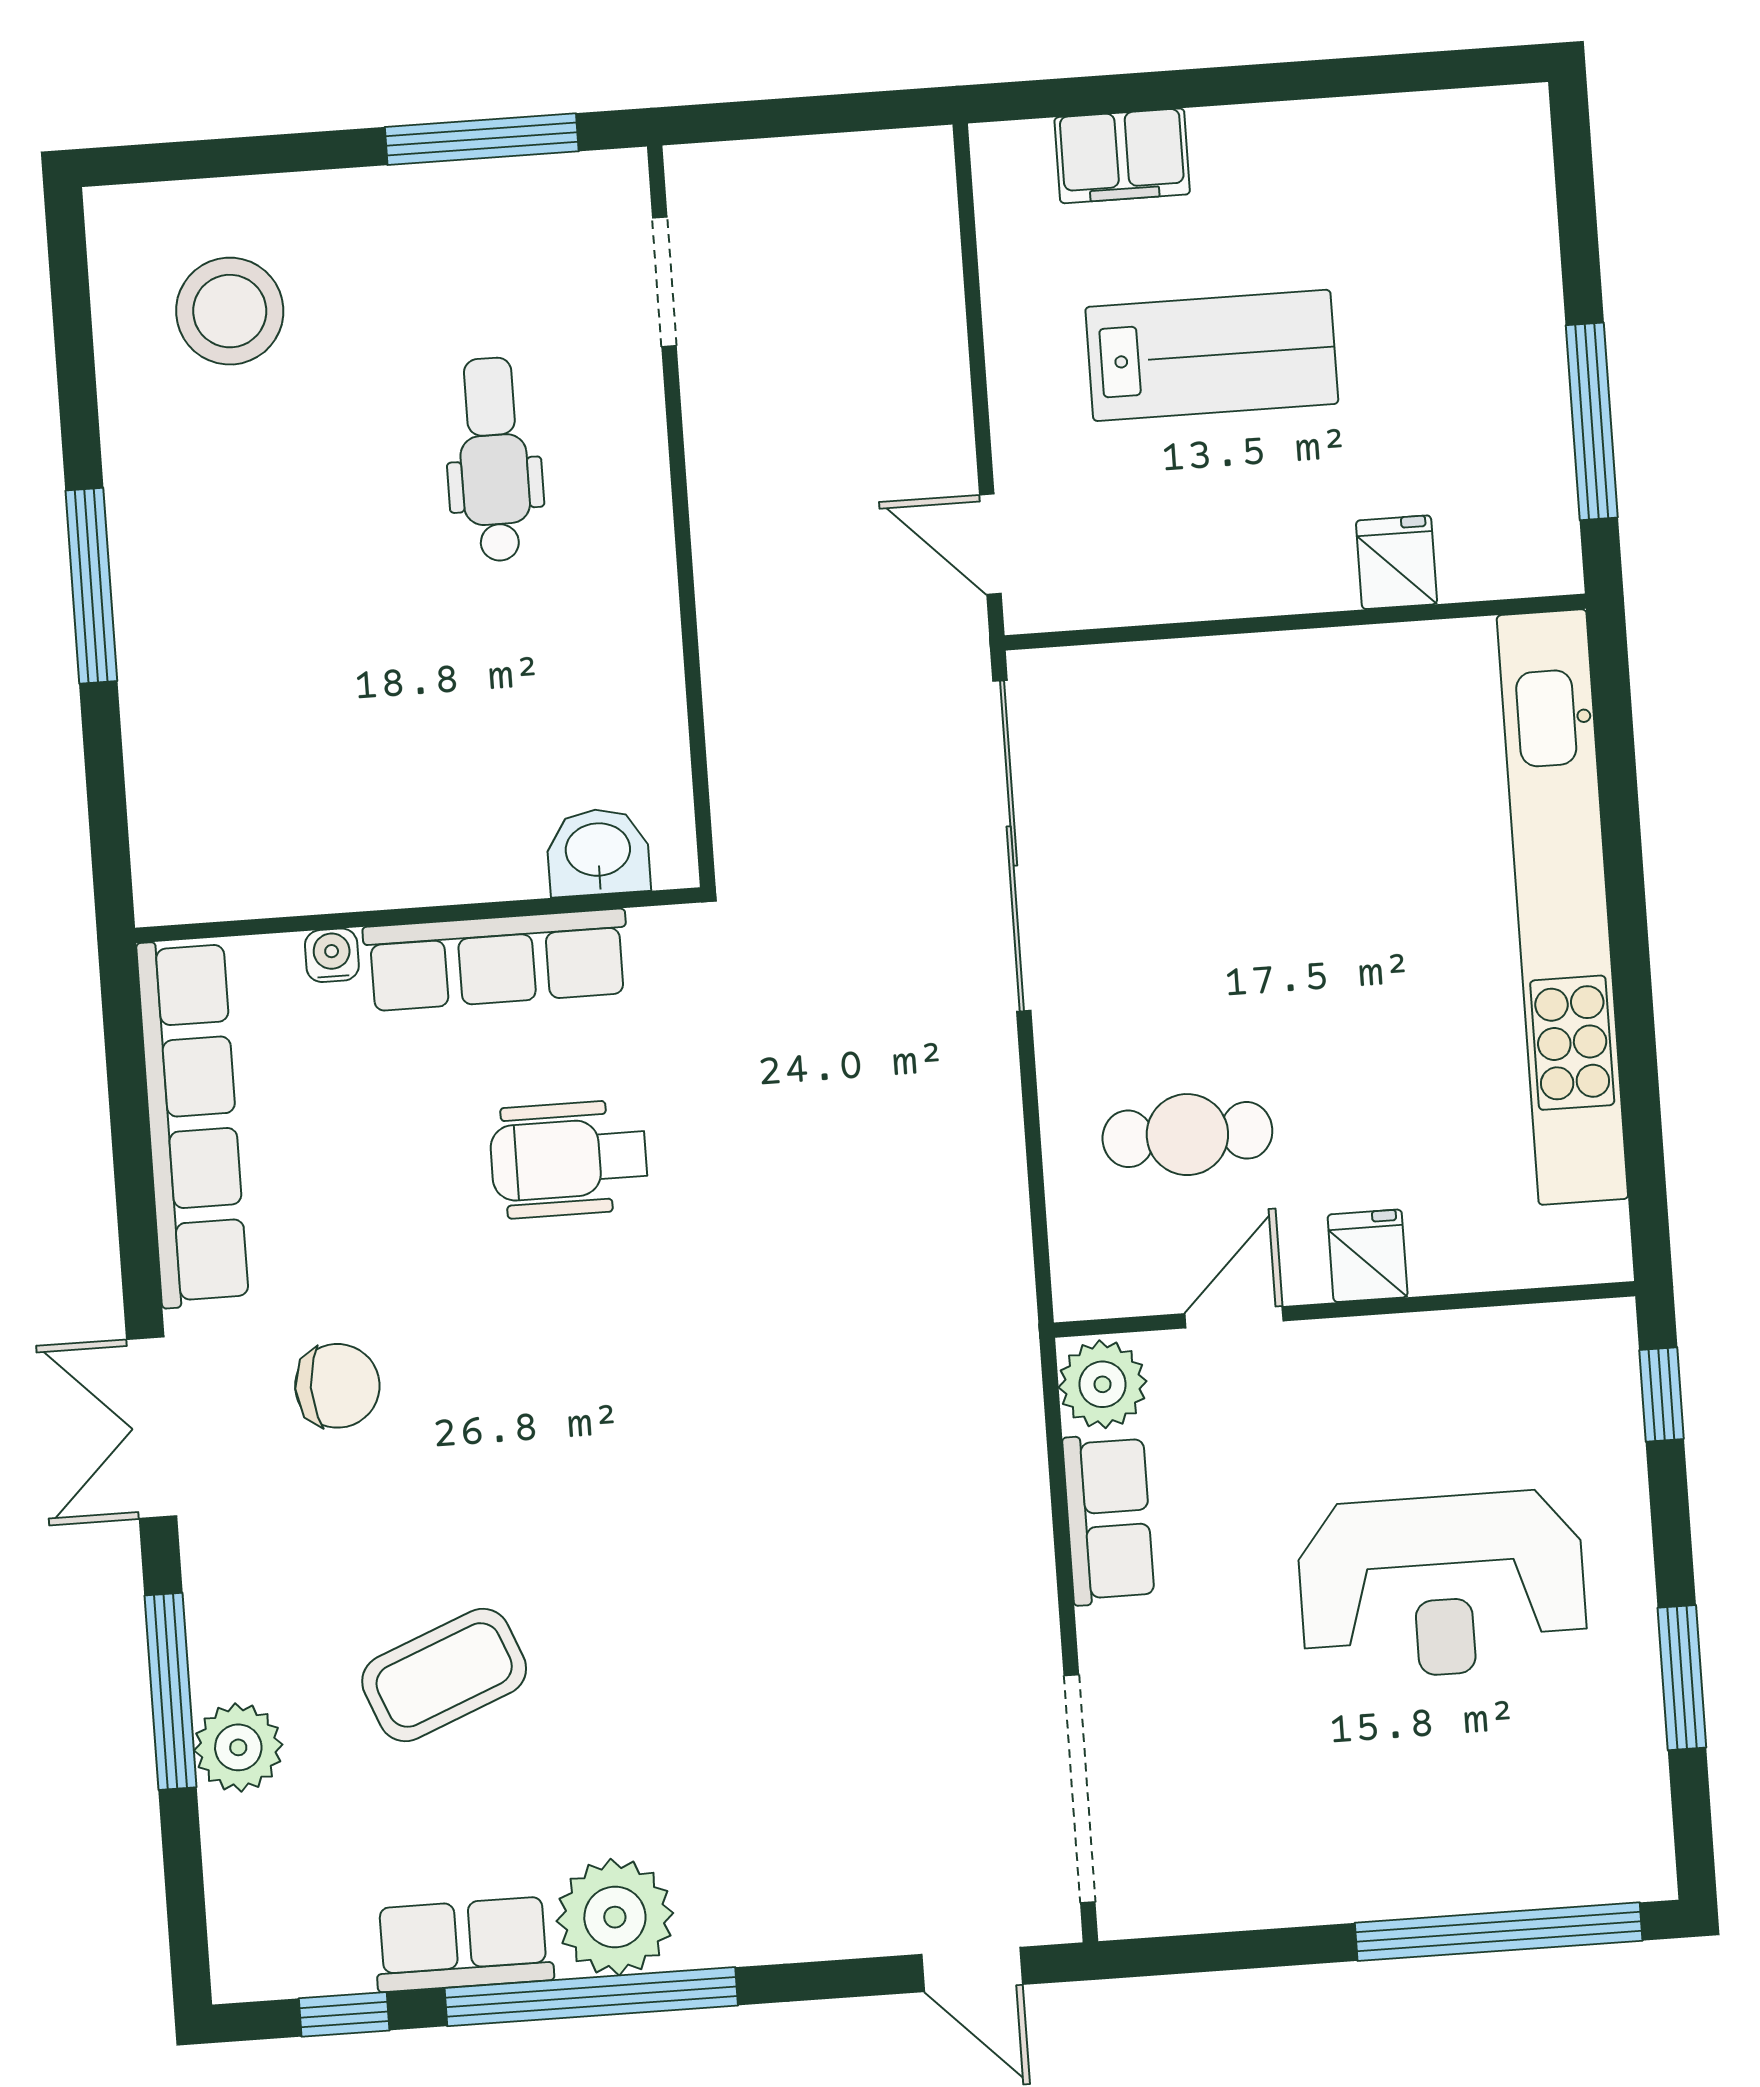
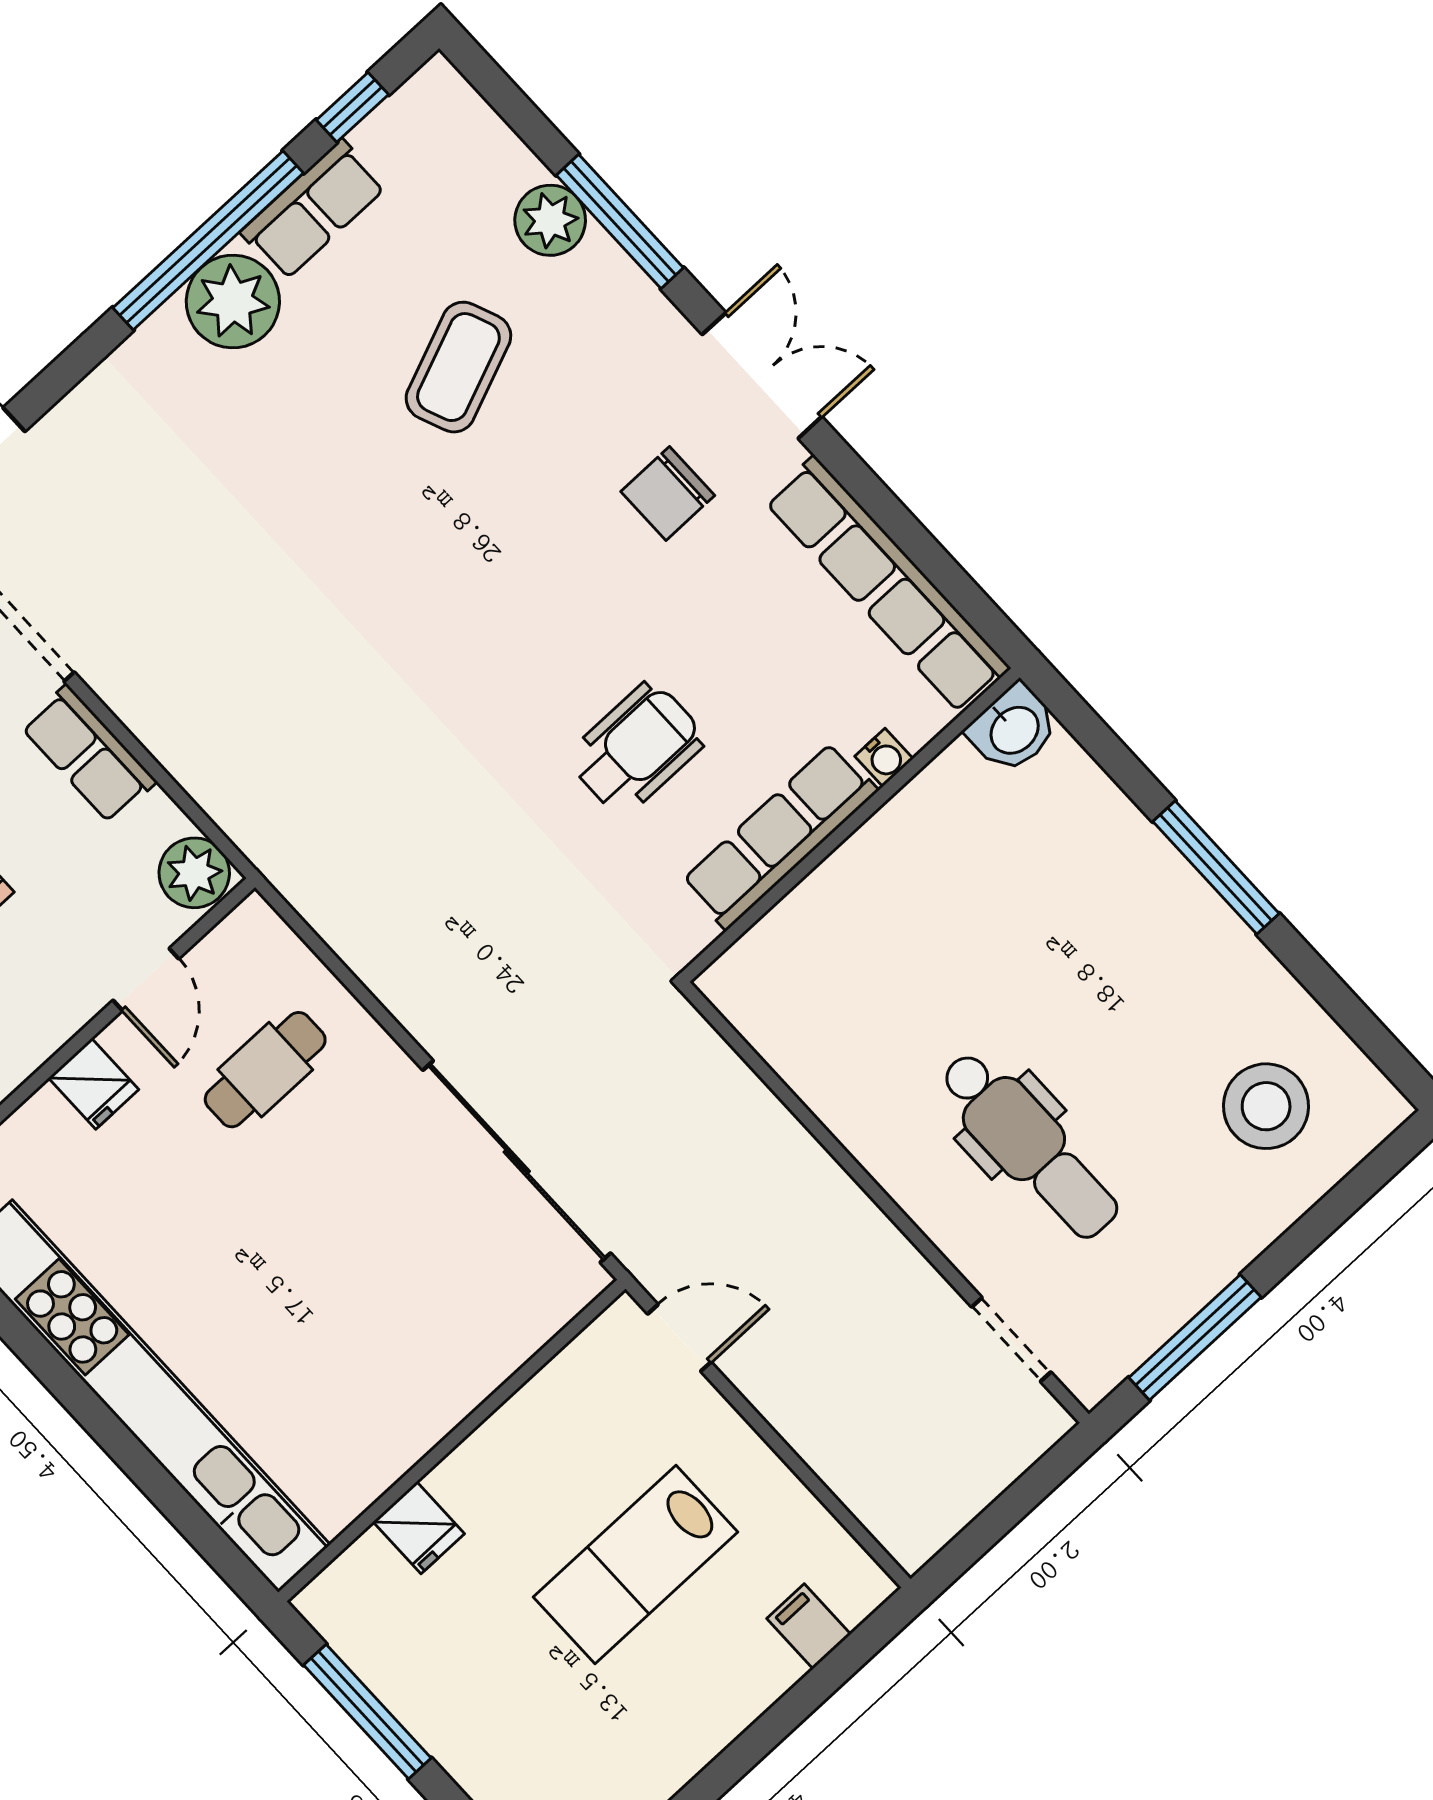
filing cabinet: (1122, 156) -> (809, 1626), width x0.50
dental chair: (494, 459) -> (1029, 1145), width x1.36, depth x1.38
washbasin: (598, 852) -> (1013, 729), moved
row of seats: (1108, 1519) -> (89, 754), moved

